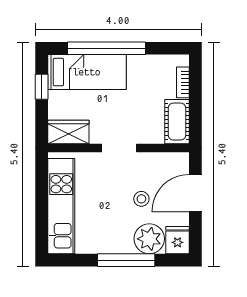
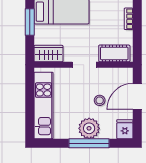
window: (42, 87) -> (30, 22), width x1.50
cot: (177, 122) -> (114, 53), moved, turned 90
plant: (149, 239) -> (89, 128), moved

